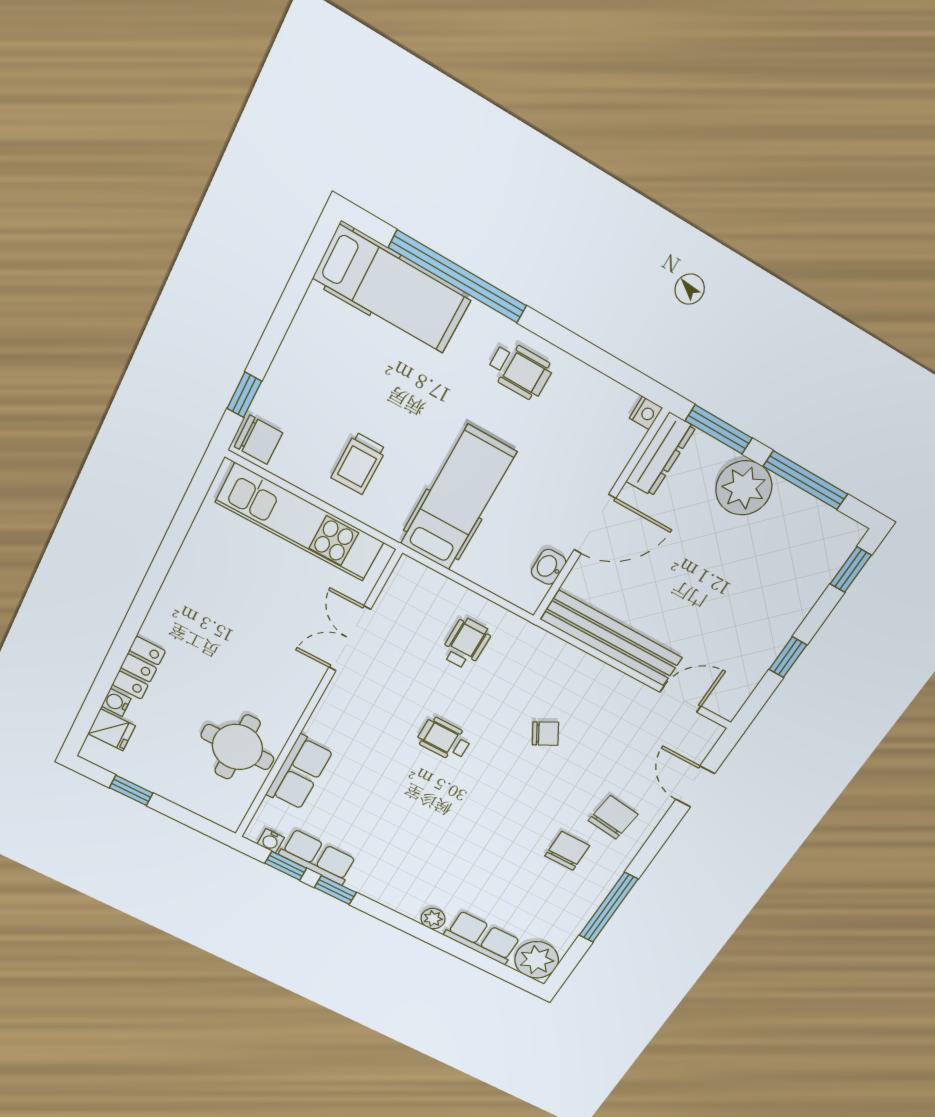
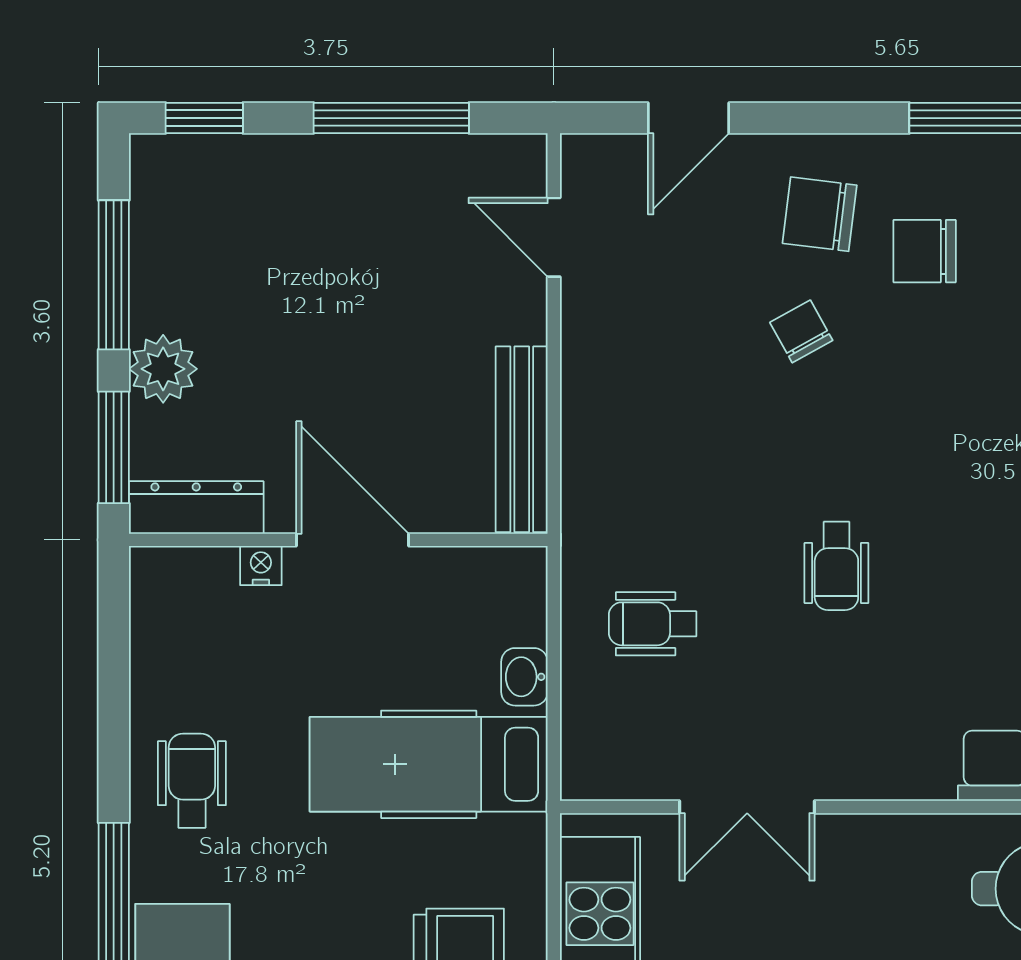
nightstand: (646, 413) -> (261, 566), moved
plant: (744, 488) -> (163, 369), width x0.73, depth x0.73
washbasin: (549, 567) -> (524, 677), moved, turned 90
bench: (612, 639) -> (522, 439), width x0.73, depth x0.82
window: (788, 657) -> (391, 118), width x2.17
chair: (545, 734) -> (801, 331), moved

